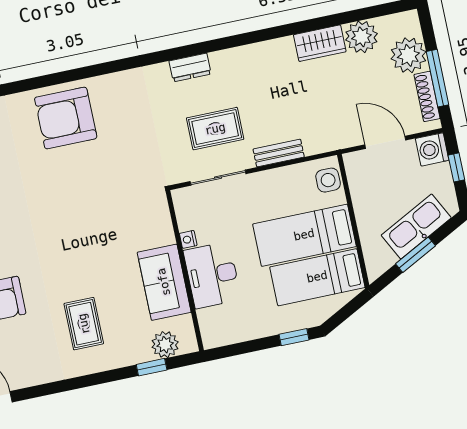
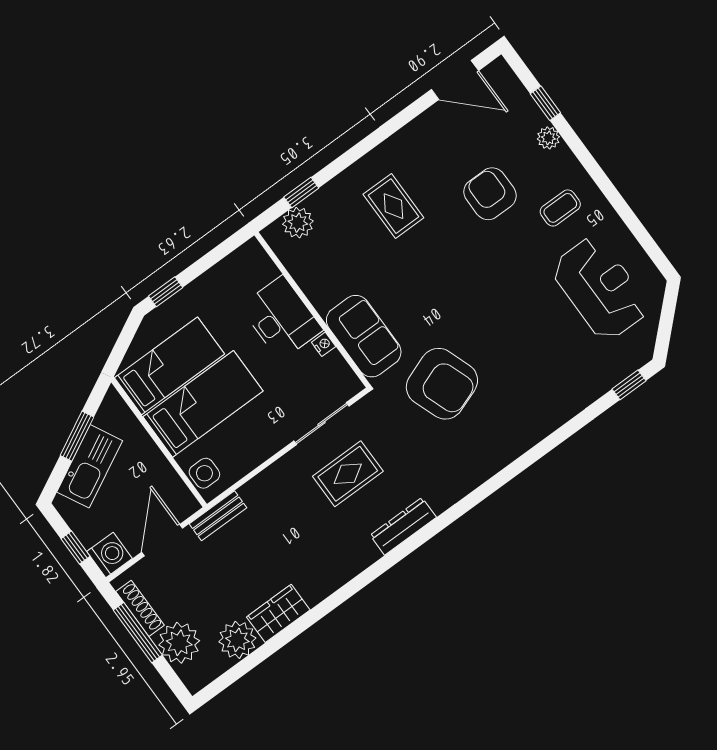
dresser: (190, 67) -> (403, 526), width x1.44
armchair: (66, 118) -> (442, 384), moved, turned 70
door: (385, 142) -> (162, 540), swing flipped
bench: (279, 153) -> (218, 516), moved
sofa: (164, 282) -> (364, 336), moved

